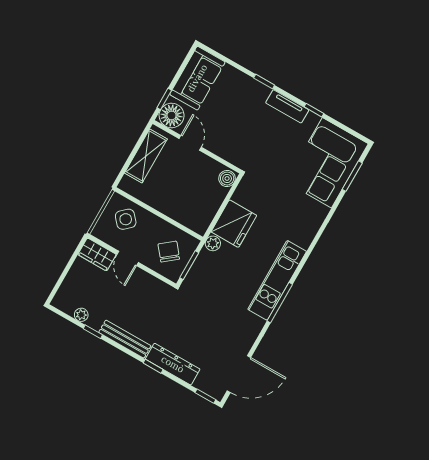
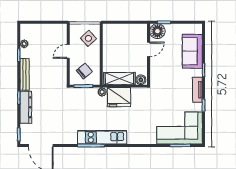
sofa: (197, 78) -> (192, 51), moved, turned 90
shelving: (146, 156) -> (119, 79), moved
wardrobe: (97, 254) -> (61, 34), removed

